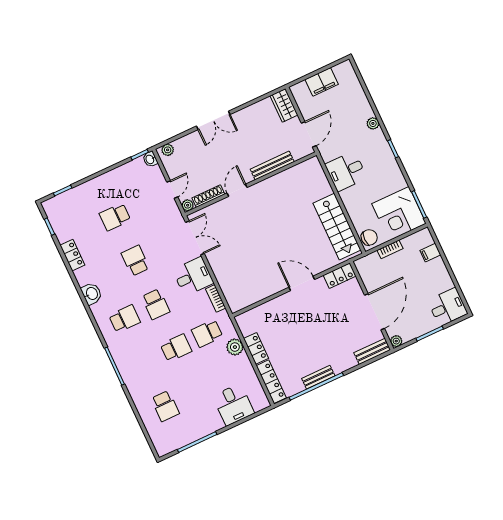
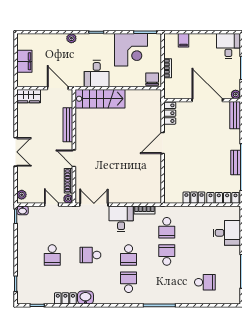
corner desk: (399, 214) -> (131, 50), moved
stairs: (337, 227) -> (100, 99), moved
washbasin: (92, 294) -> (85, 298), moved
school desk: (156, 304) -> (129, 255), turned 90
plant: (235, 347) -> (186, 212), removed

